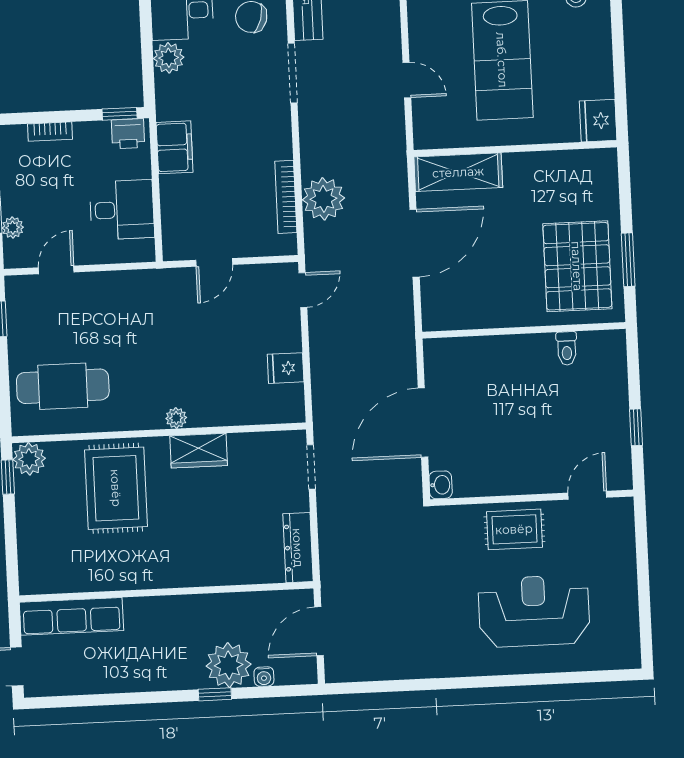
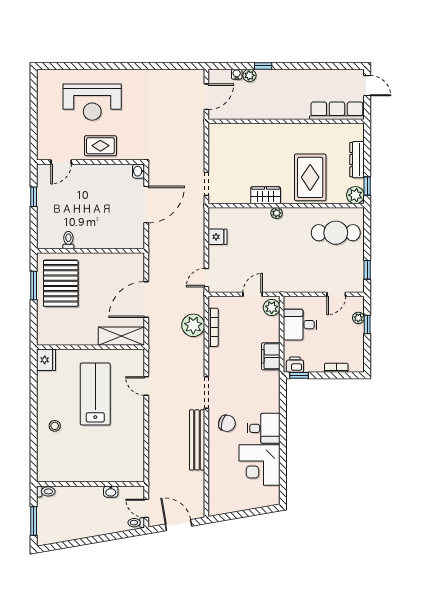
plant: (169, 58) -> (272, 308), moved
dresser: (298, 548) -> (357, 160), moved, turned 180
plant: (229, 665) -> (249, 75), width x0.53, depth x0.53

